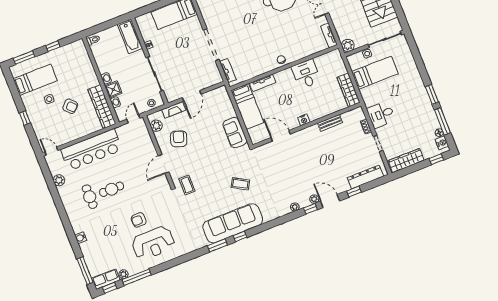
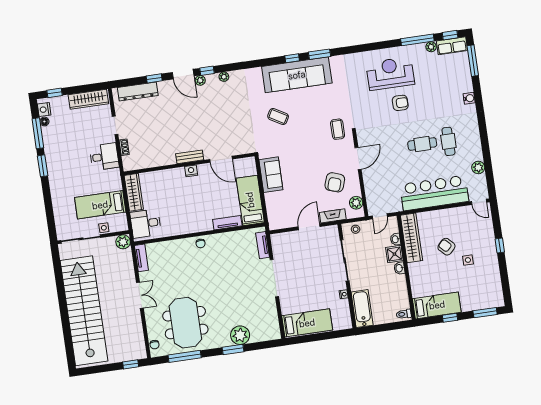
desk: (306, 74) -> (146, 223), moved, turned 90
bed: (35, 80) -> (437, 305), moved, turned 180
bench: (330, 123) -> (190, 157), moved

